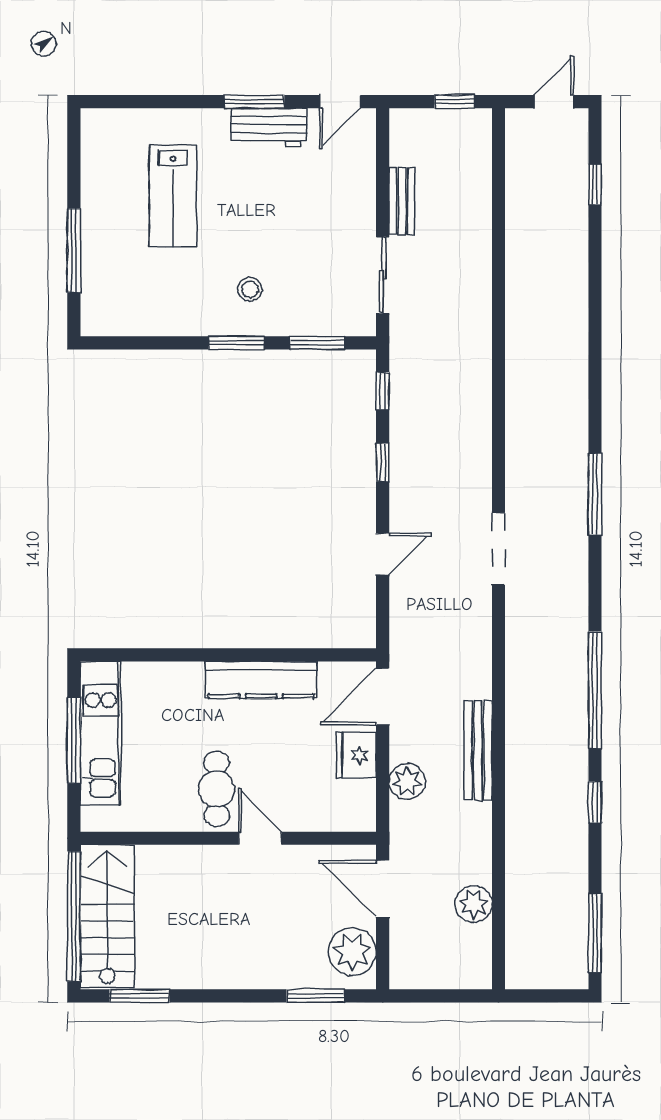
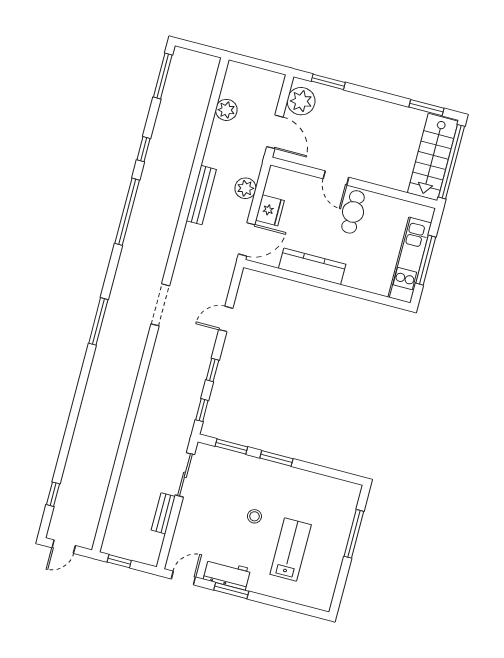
stool: (250, 289) -> (254, 516), moved

